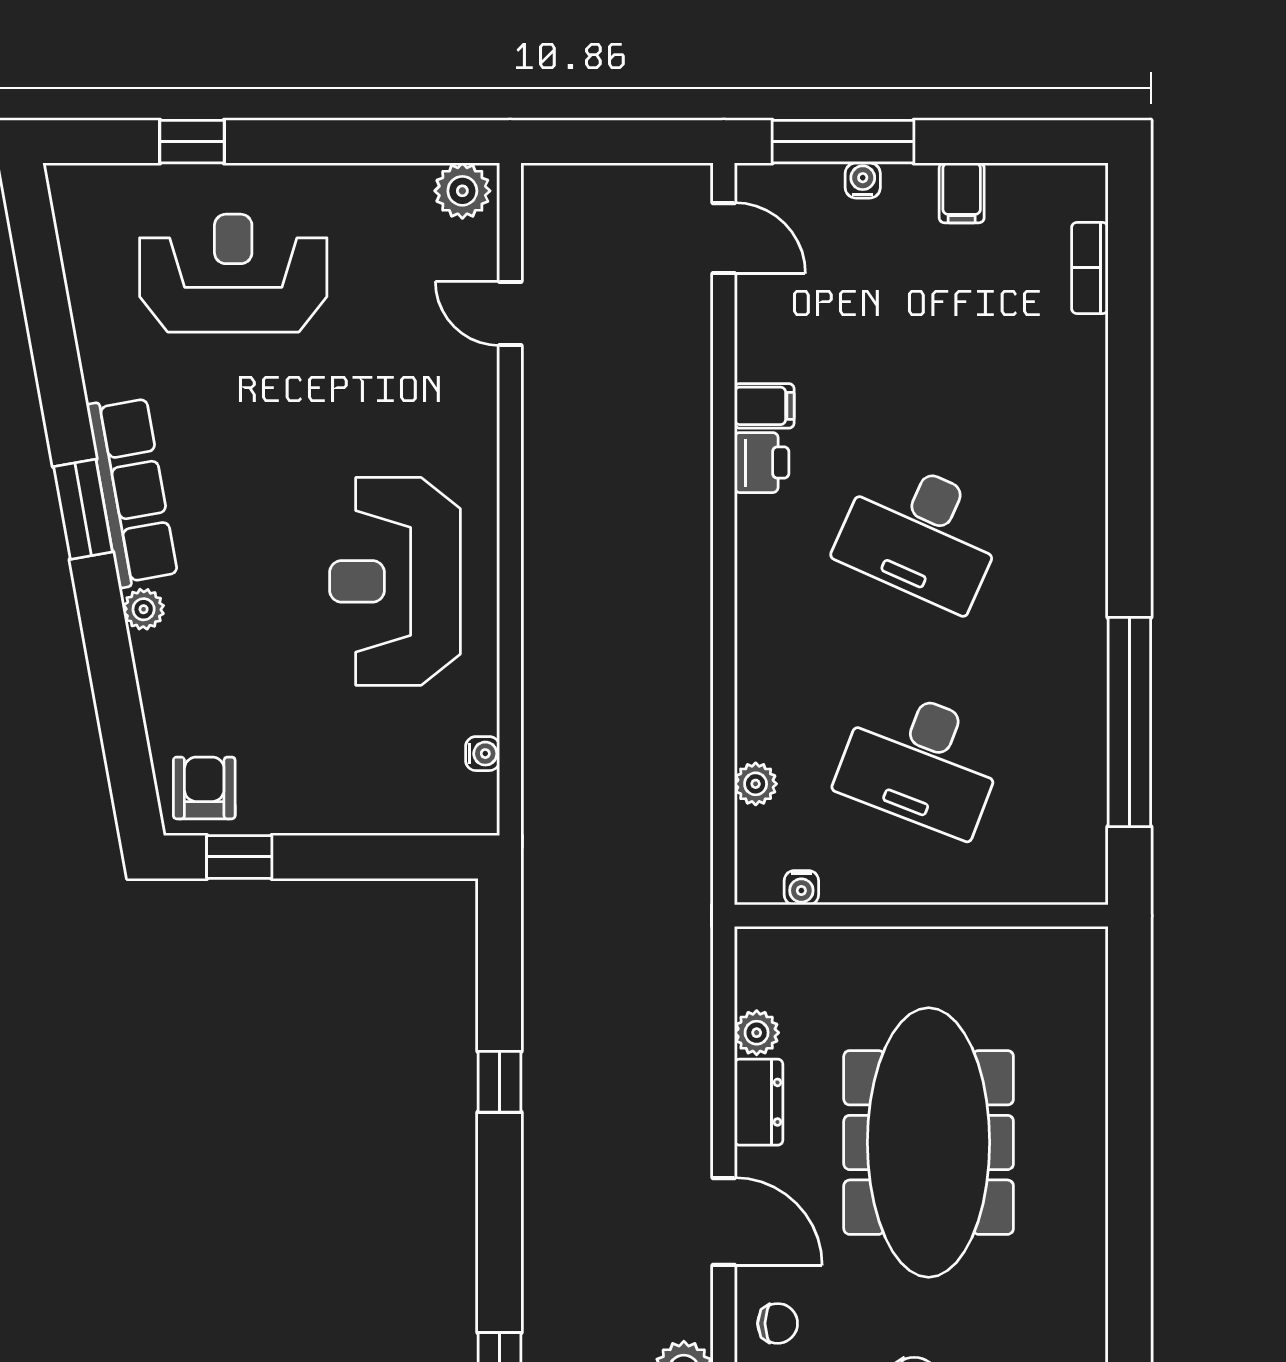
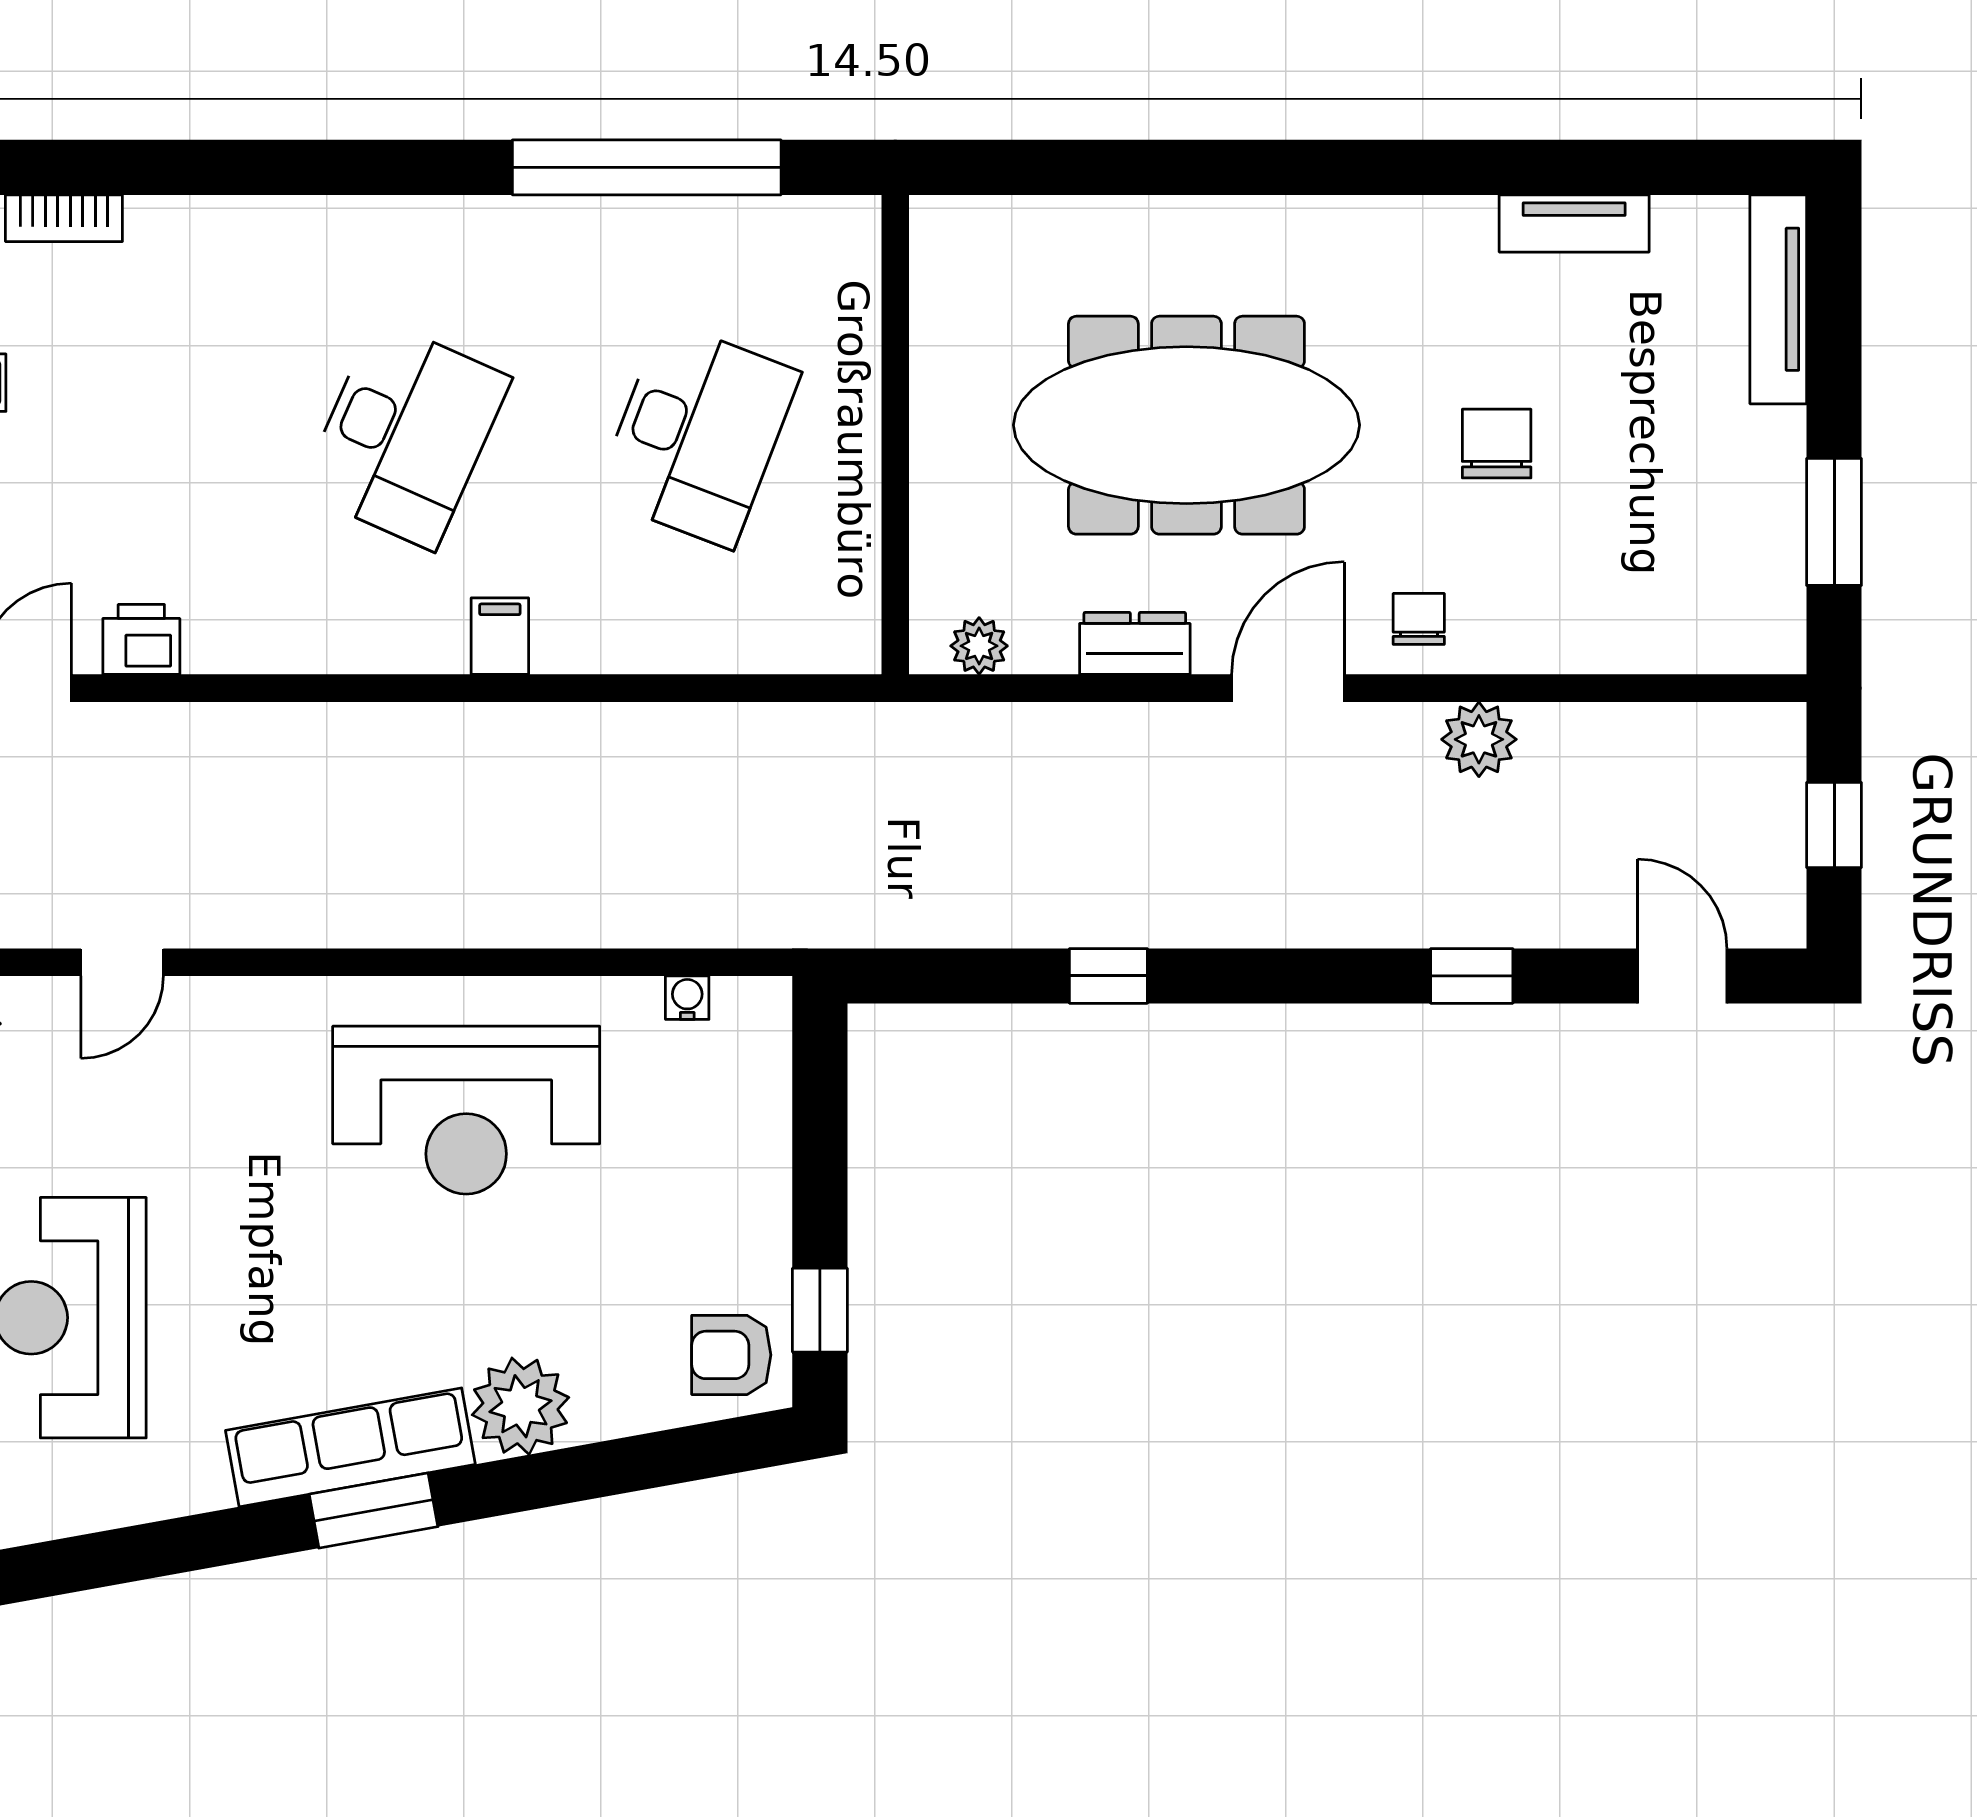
filing cabinet: (764, 406) -> (500, 636), moved
printer: (762, 463) -> (141, 639), moved
plant: (144, 609) -> (520, 1406), width x1.88, depth x1.88
plant: (756, 784) -> (726, 647), removed
water cooler: (801, 888) -> (859, 588), removed
plant: (757, 1033) -> (979, 646), moved

